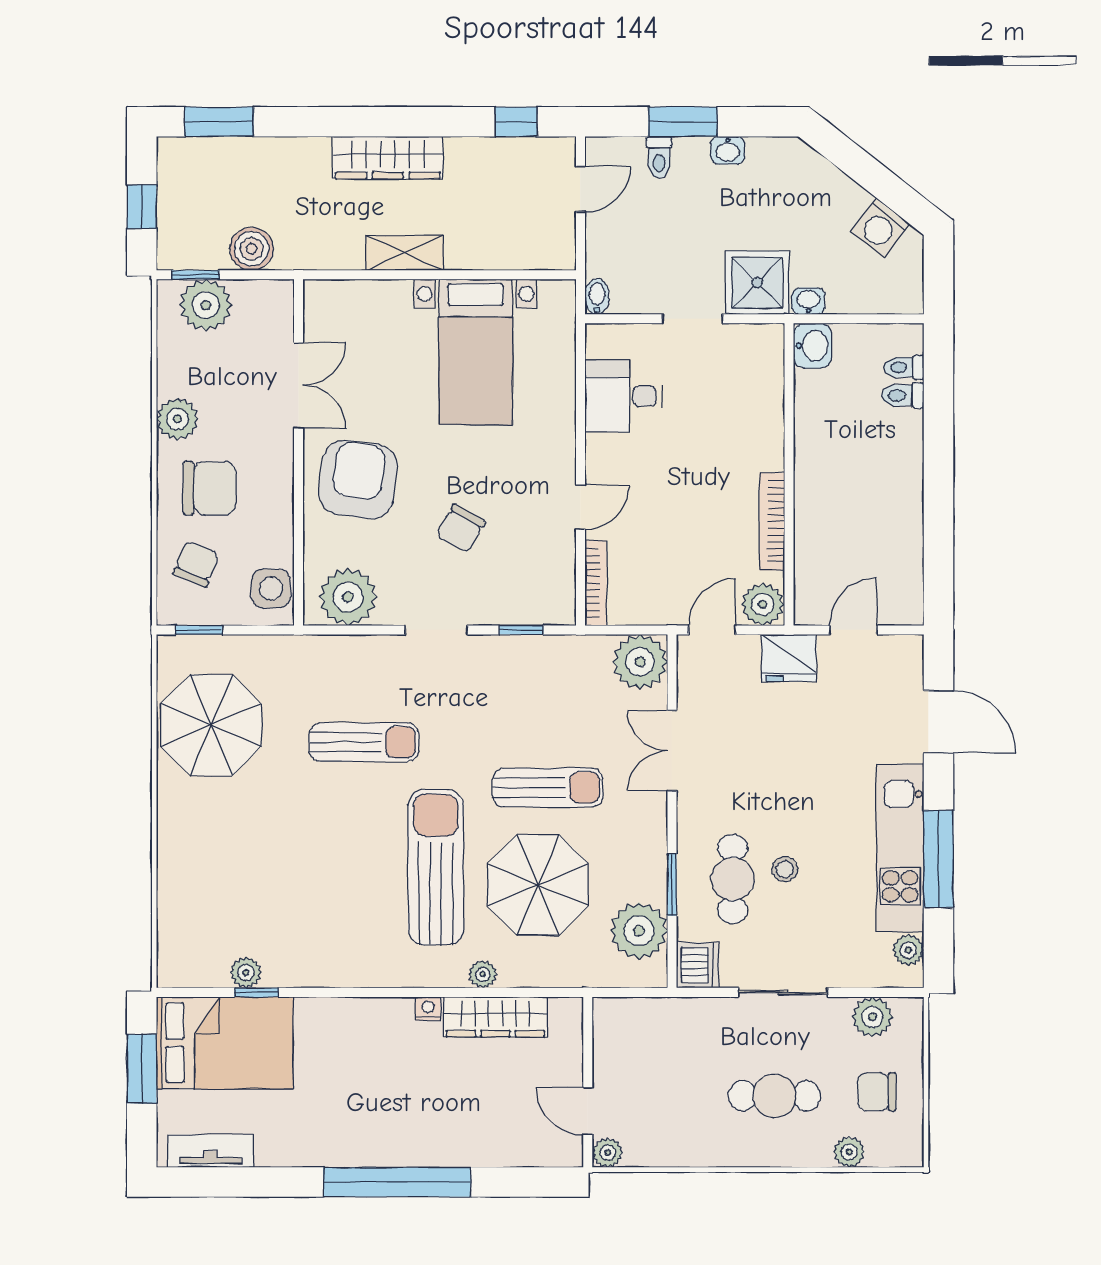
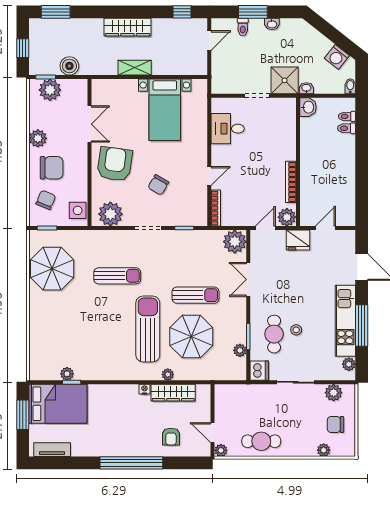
bidet: (597, 297) -> (350, 86), moved
plant: (639, 931) -> (240, 350), width x0.53, depth x0.53
cafe table: (775, 1096) -> (261, 441), moved
armchair: (490, 1120) -> (171, 437), added

